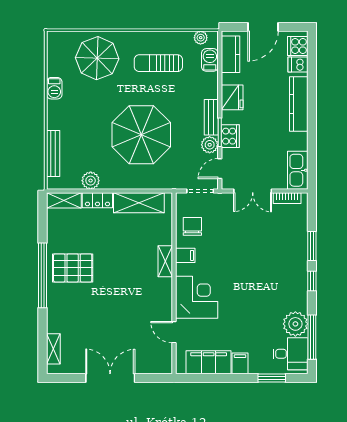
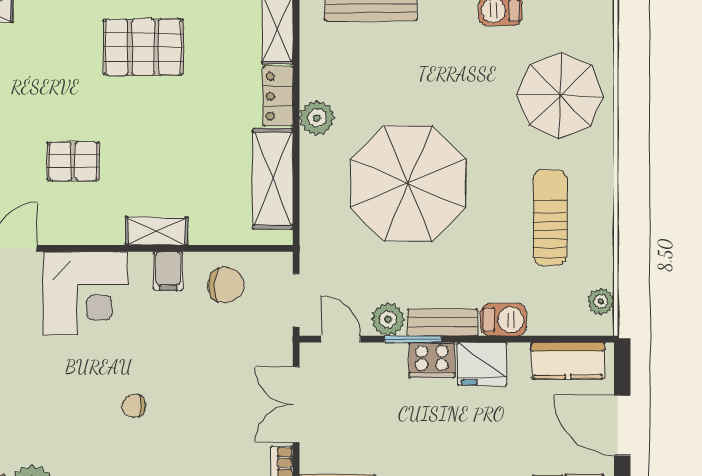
barbecue: (210, 60) -> (503, 320), moved
cooker: (230, 136) -> (432, 360), moved
plant: (91, 181) -> (317, 118), moved
pallet: (73, 268) -> (143, 47), turned 90
chair: (253, 273) -> (134, 406), added
pallet: (130, 303) -> (73, 161), added

